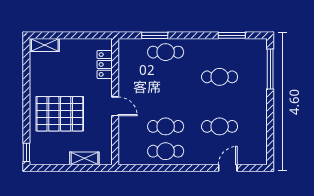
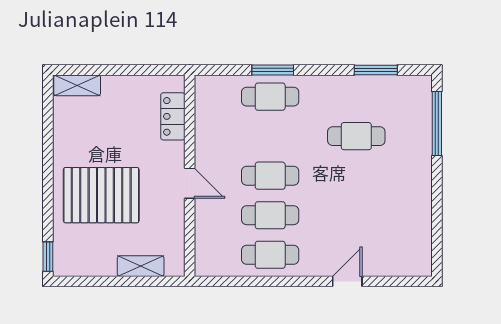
window: (155, 35) -> (273, 70), moved
cafe table: (220, 126) -> (270, 176), moved
door: (228, 168) -> (347, 281), moved

